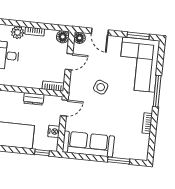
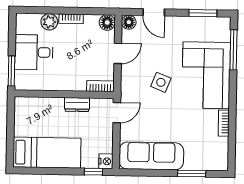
corner sofa: (139, 65) -> (206, 75), moved
window: (157, 91) -> (234, 50), moved
nightstand: (54, 131) -> (106, 161), moved

